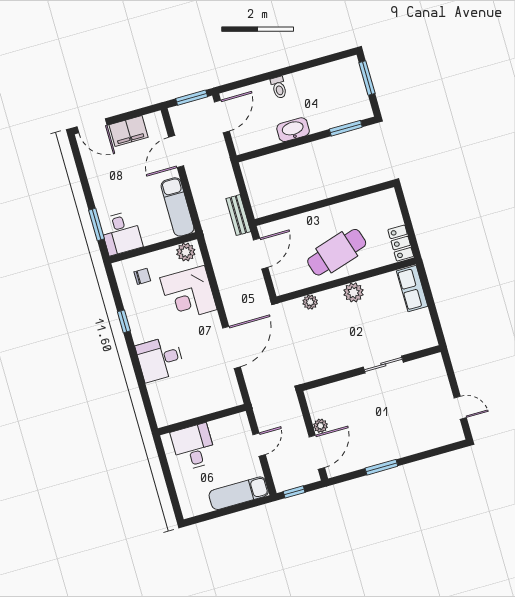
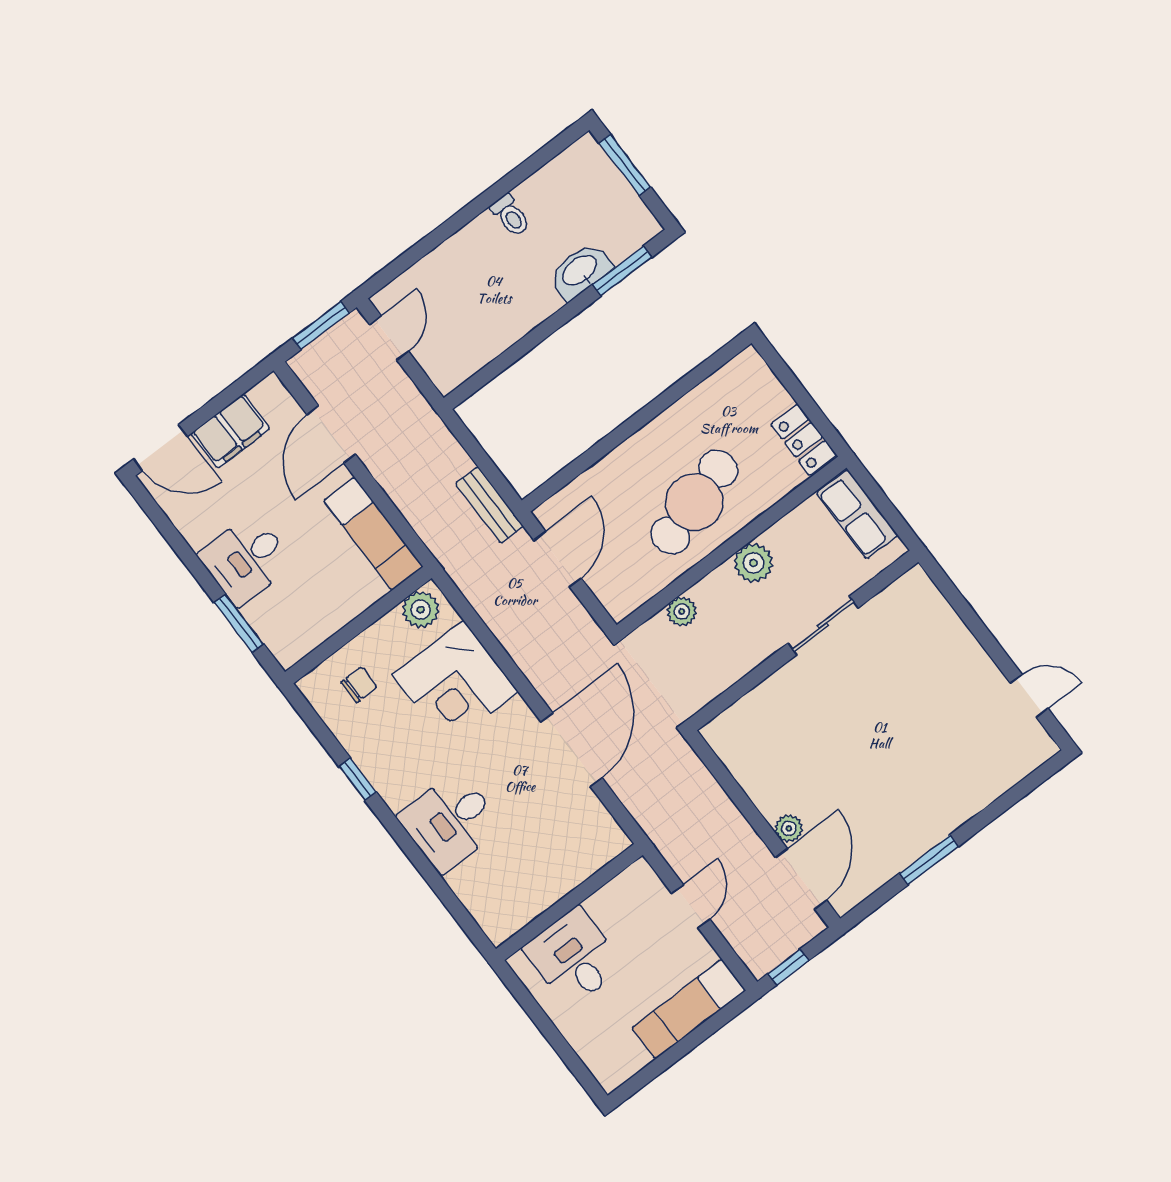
toilet: (279, 88) -> (510, 215), moved
door: (222, 116) -> (389, 338), width x0.73
washbasin: (293, 130) -> (580, 271), moved
desk: (121, 233) -> (246, 559), moved, turned 90
sliding door: (383, 365) -> (823, 625), moved
wall: (371, 368) -> (803, 641), moved

